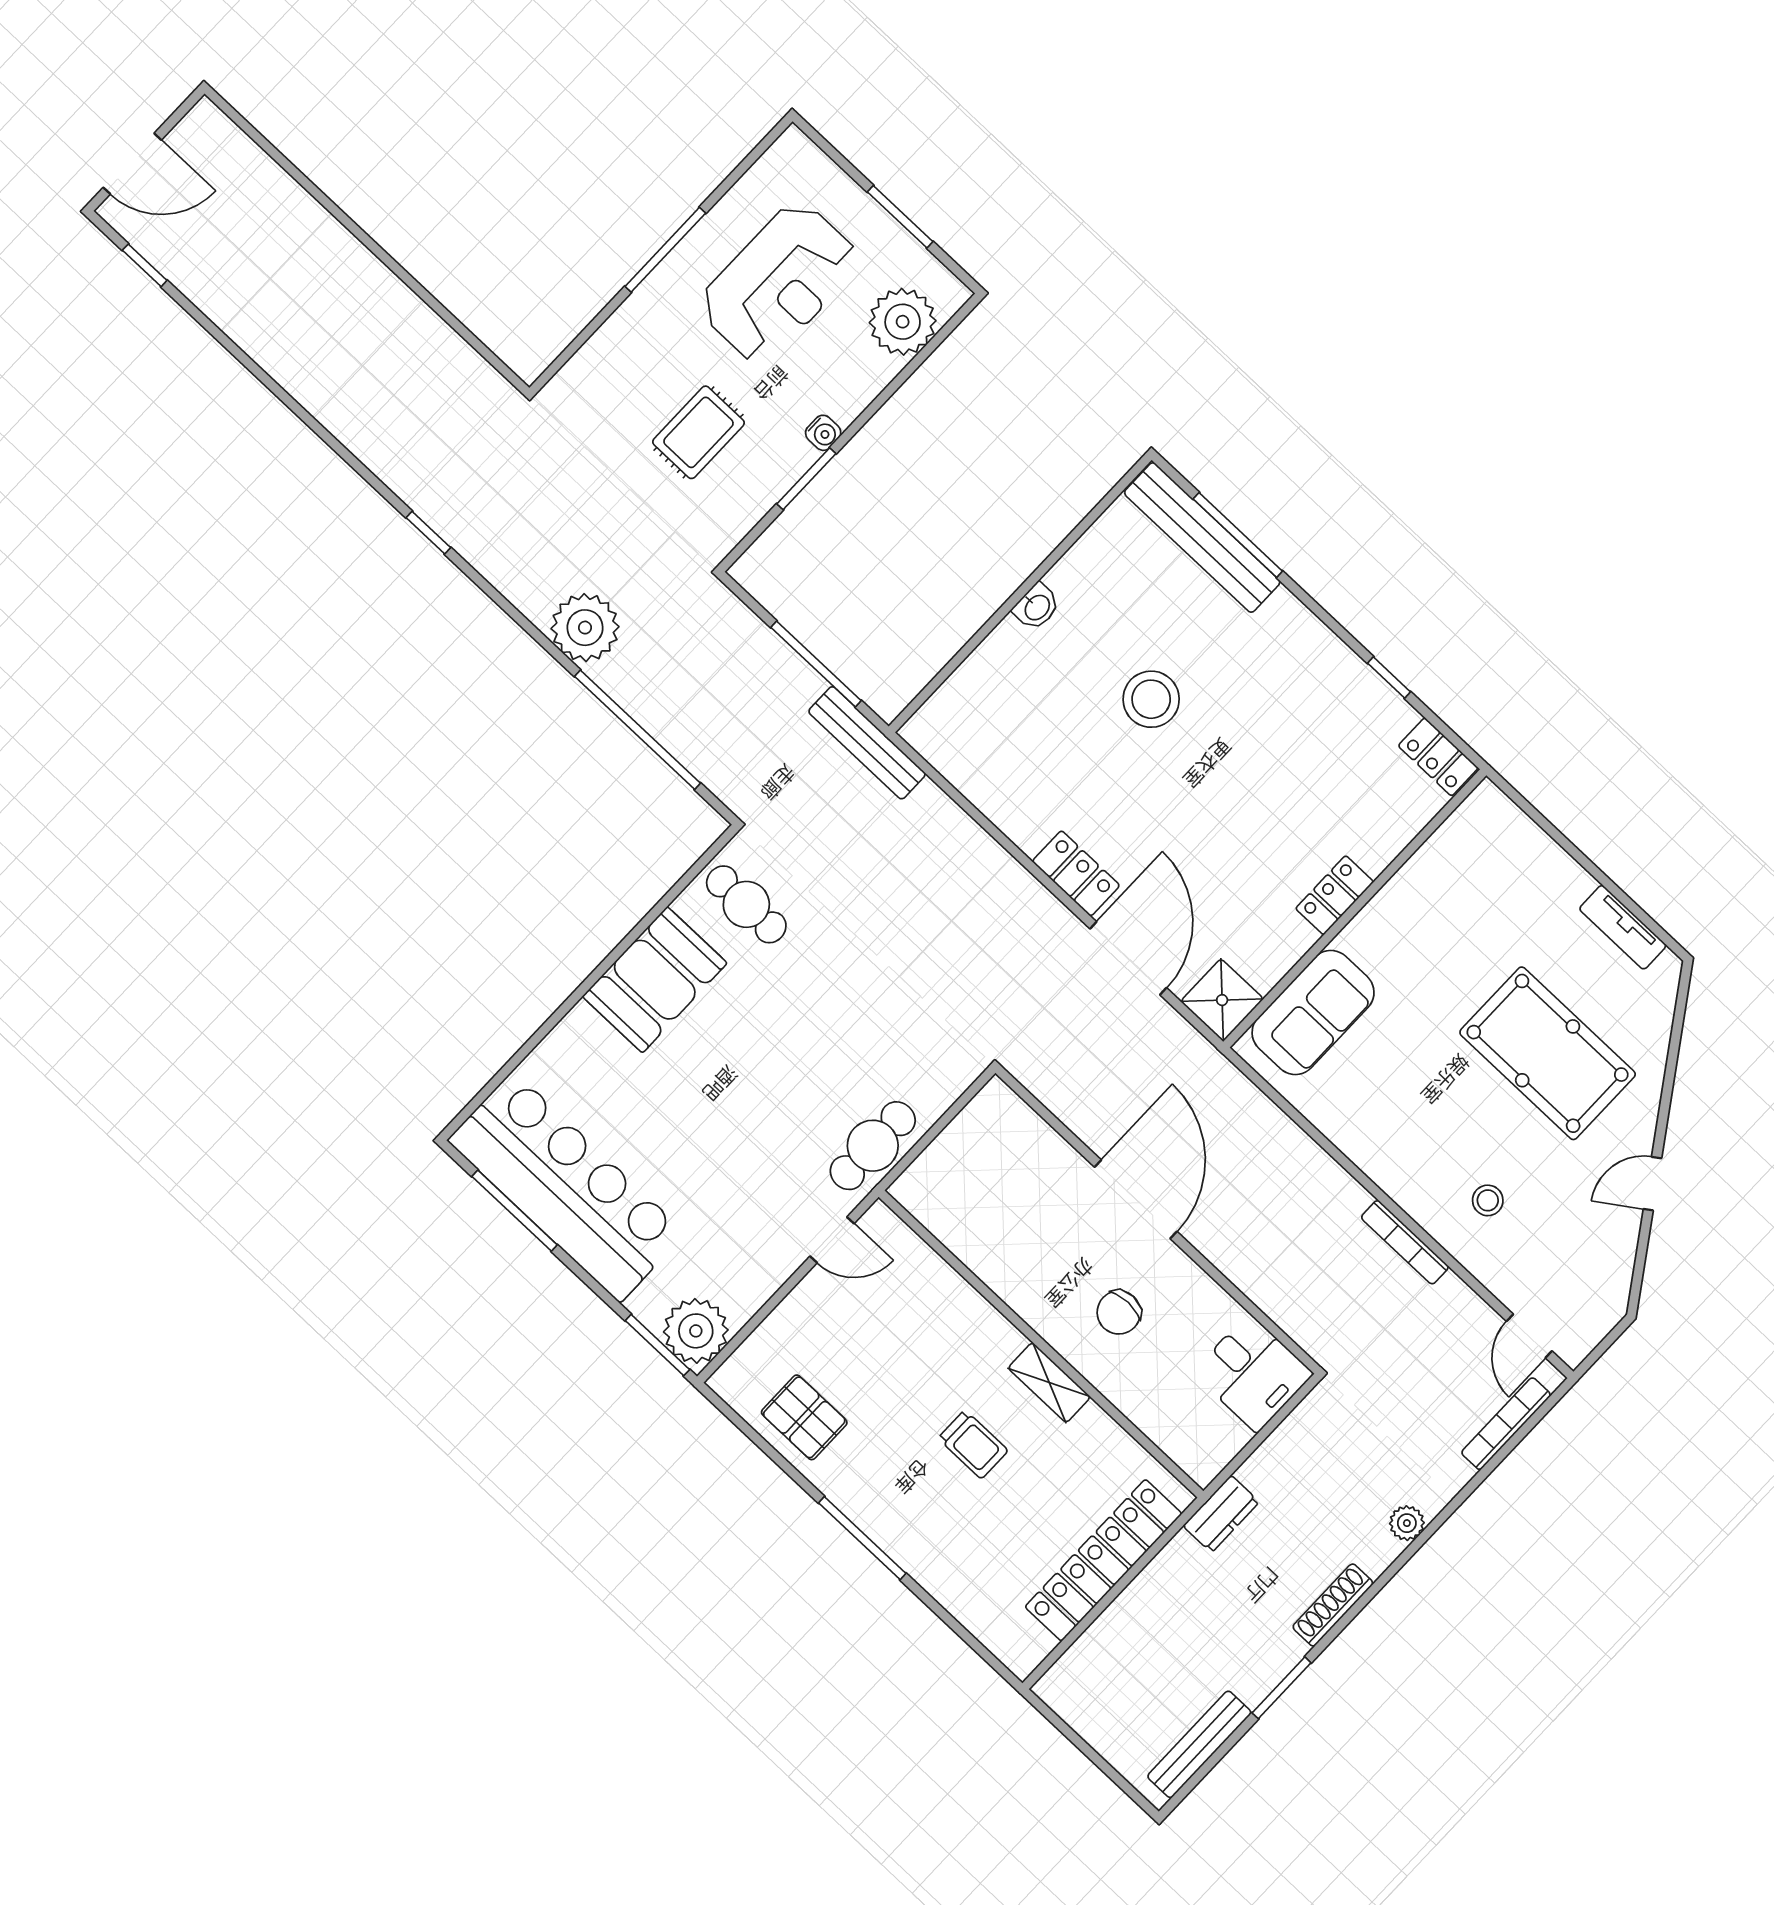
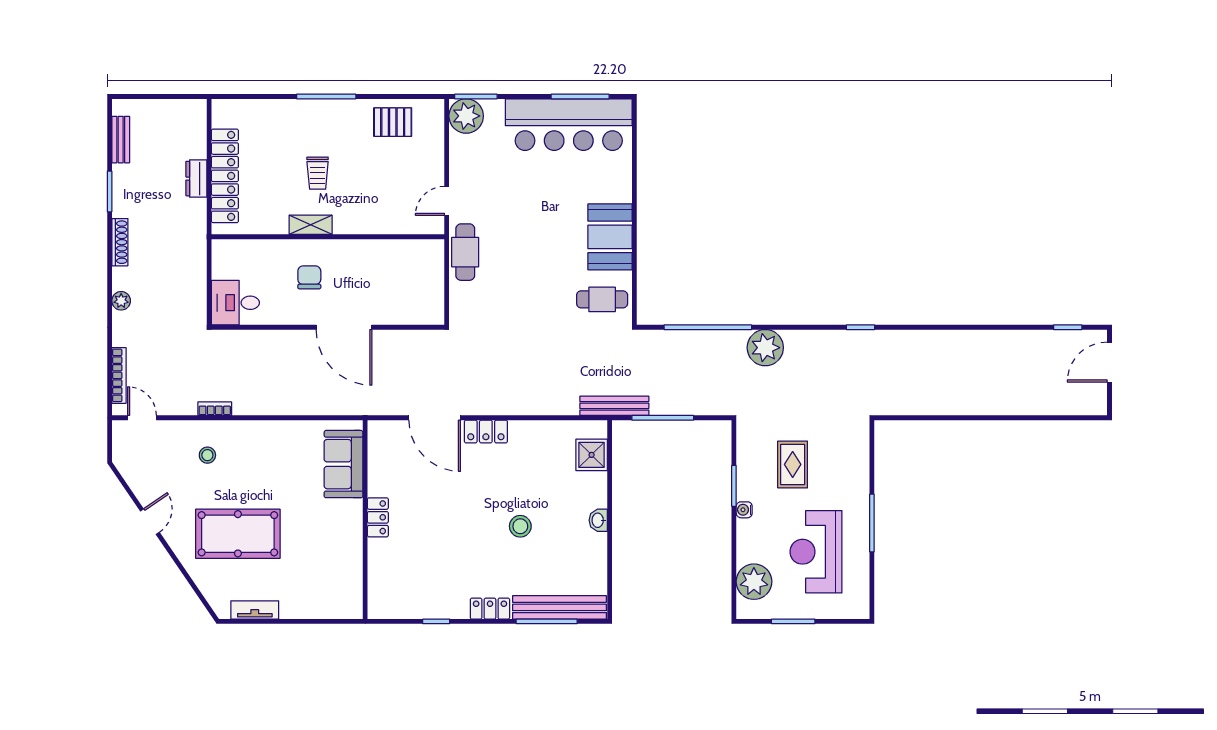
stool: (1151, 699) -> (520, 526), width x0.73, depth x0.73
locker: (1438, 757) -> (490, 609), moved
shower: (1222, 1000) -> (592, 455), moved
bookcase: (1405, 1242) -> (215, 409), width x0.64
trolley: (973, 1444) -> (318, 173), turned -90
dresser: (1221, 1514) -> (196, 179), moved
bench: (1199, 1744) -> (121, 140), width x0.73

